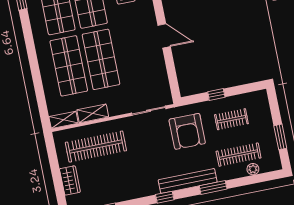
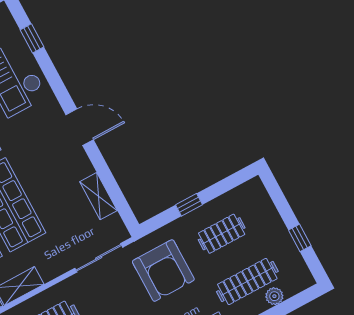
door: (164, 36) -> (80, 127), moved
shelving: (160, 71) -> (98, 196), added
window: (280, 137) -> (300, 238), width x0.67

